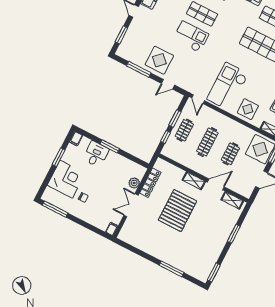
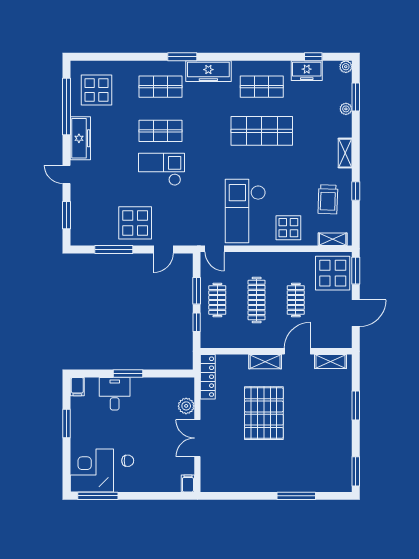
corner desk: (66, 179) -> (92, 471), moved, turned -90
locker: (150, 183) -> (208, 377), moved

